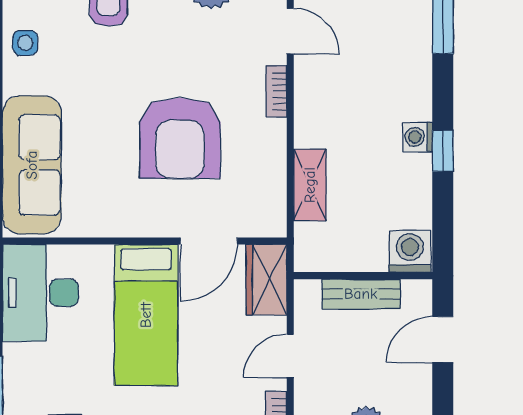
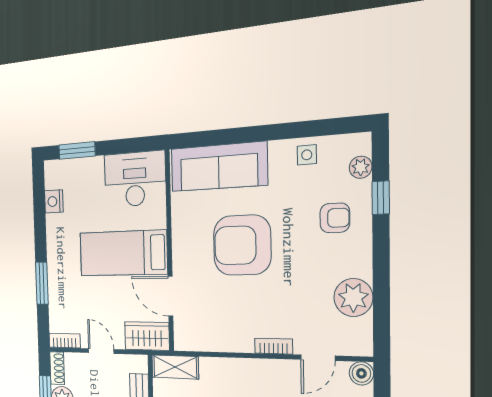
armchair: (180, 138) -> (242, 245), moved
shelving: (310, 185) -> (175, 367), moved

